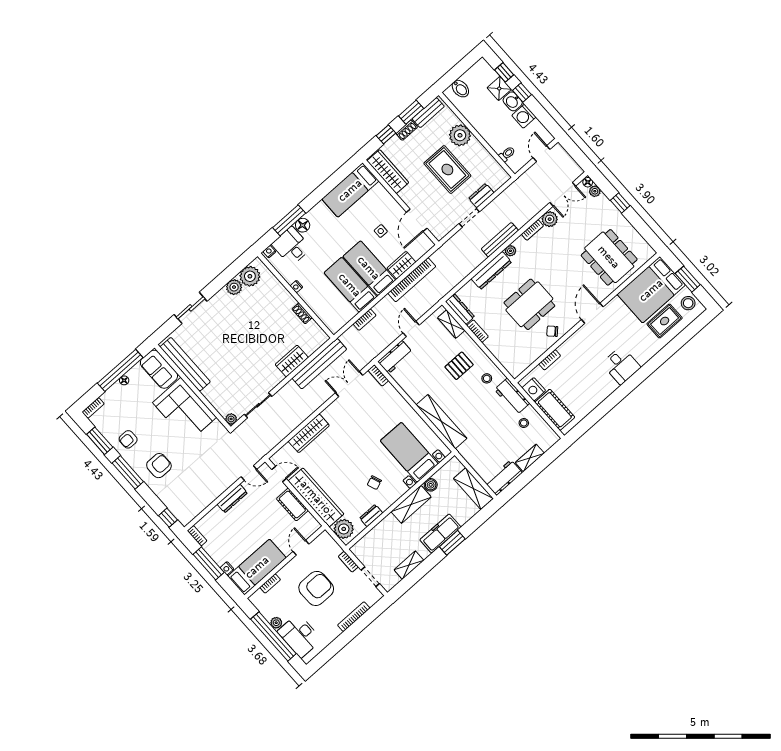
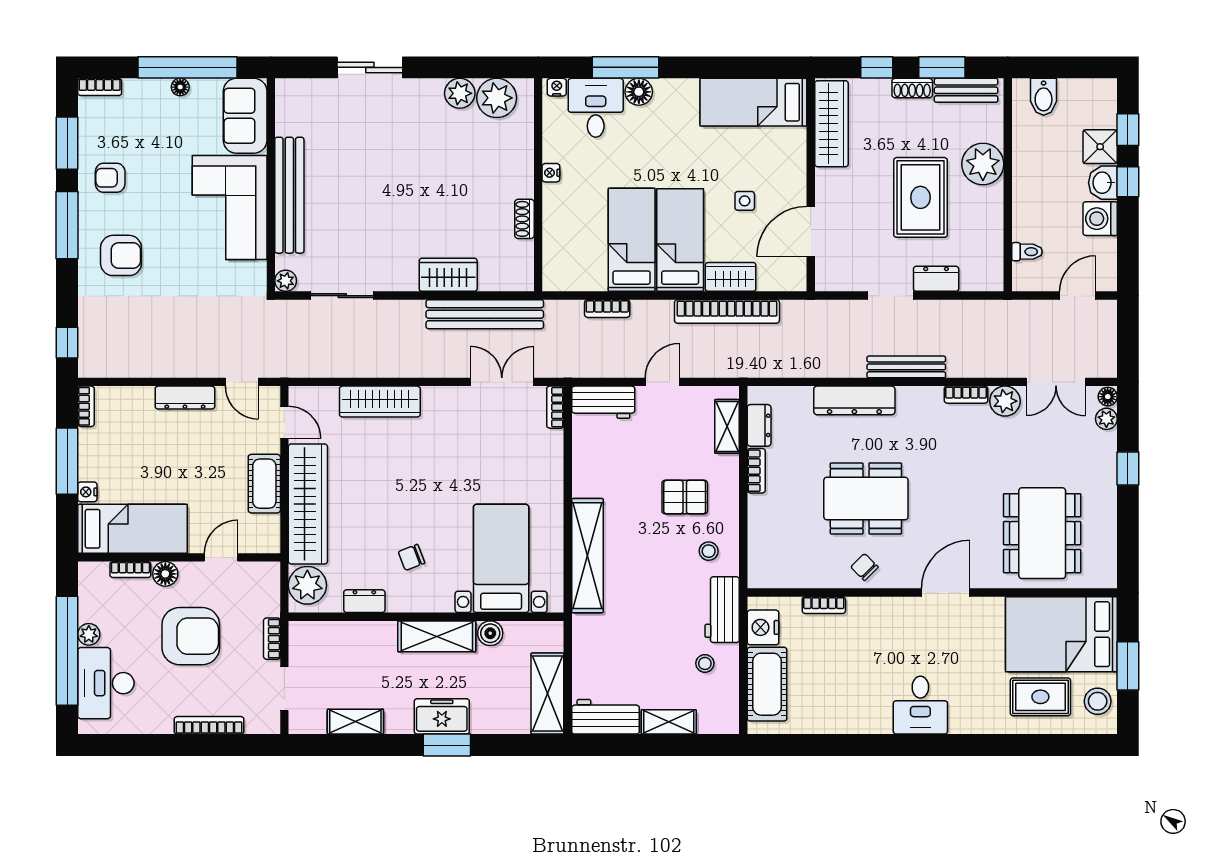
plant: (510, 251) -> (907, 397), removed
dresser: (460, 309) -> (759, 425), width x0.70
bench: (185, 364) -> (289, 195), moved
freezer: (440, 533) -> (442, 716), width x0.71
floor lamp: (285, 573) -> (165, 574), added

